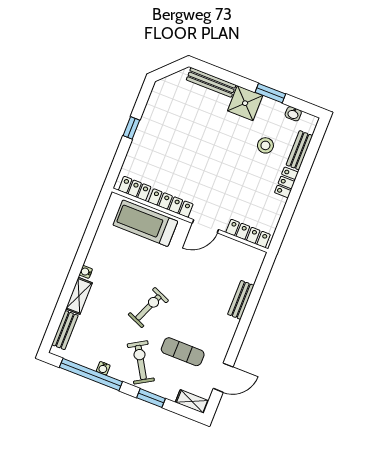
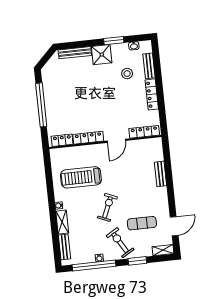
window: (131, 128) -> (41, 105), width x3.17
locker: (286, 182) -> (152, 94), width x1.53
treadmill: (145, 223) -> (81, 177), moved

